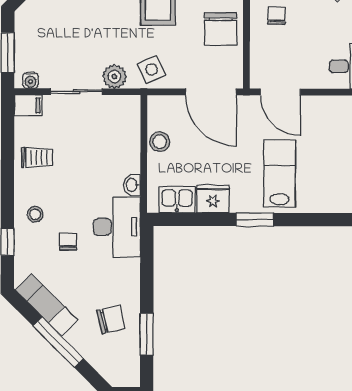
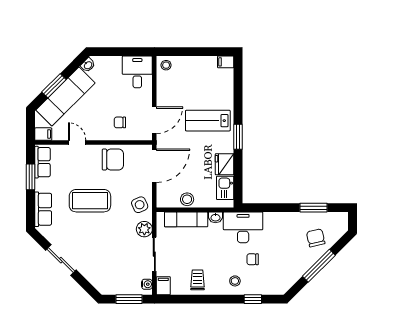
chair: (276, 16) -> (120, 122), moved
exam couch: (46, 305) -> (186, 219), moved, turned -135
chair: (111, 319) -> (316, 238), moved

